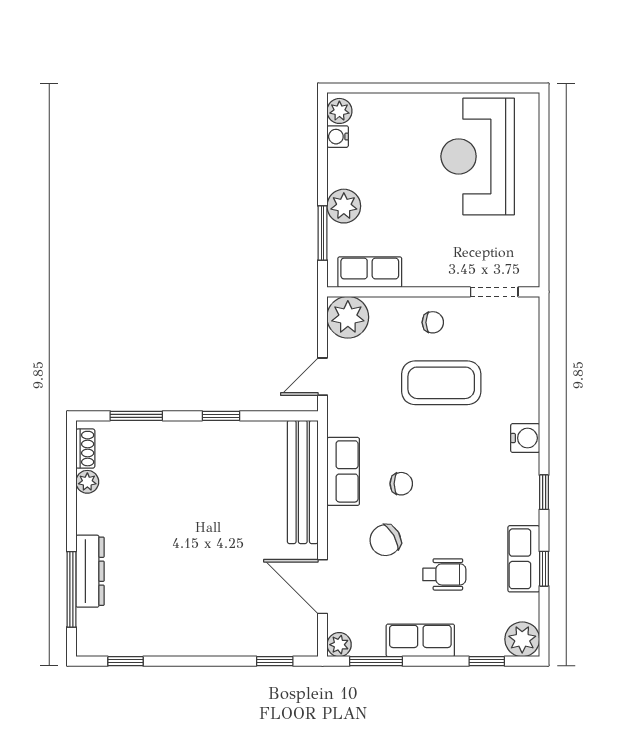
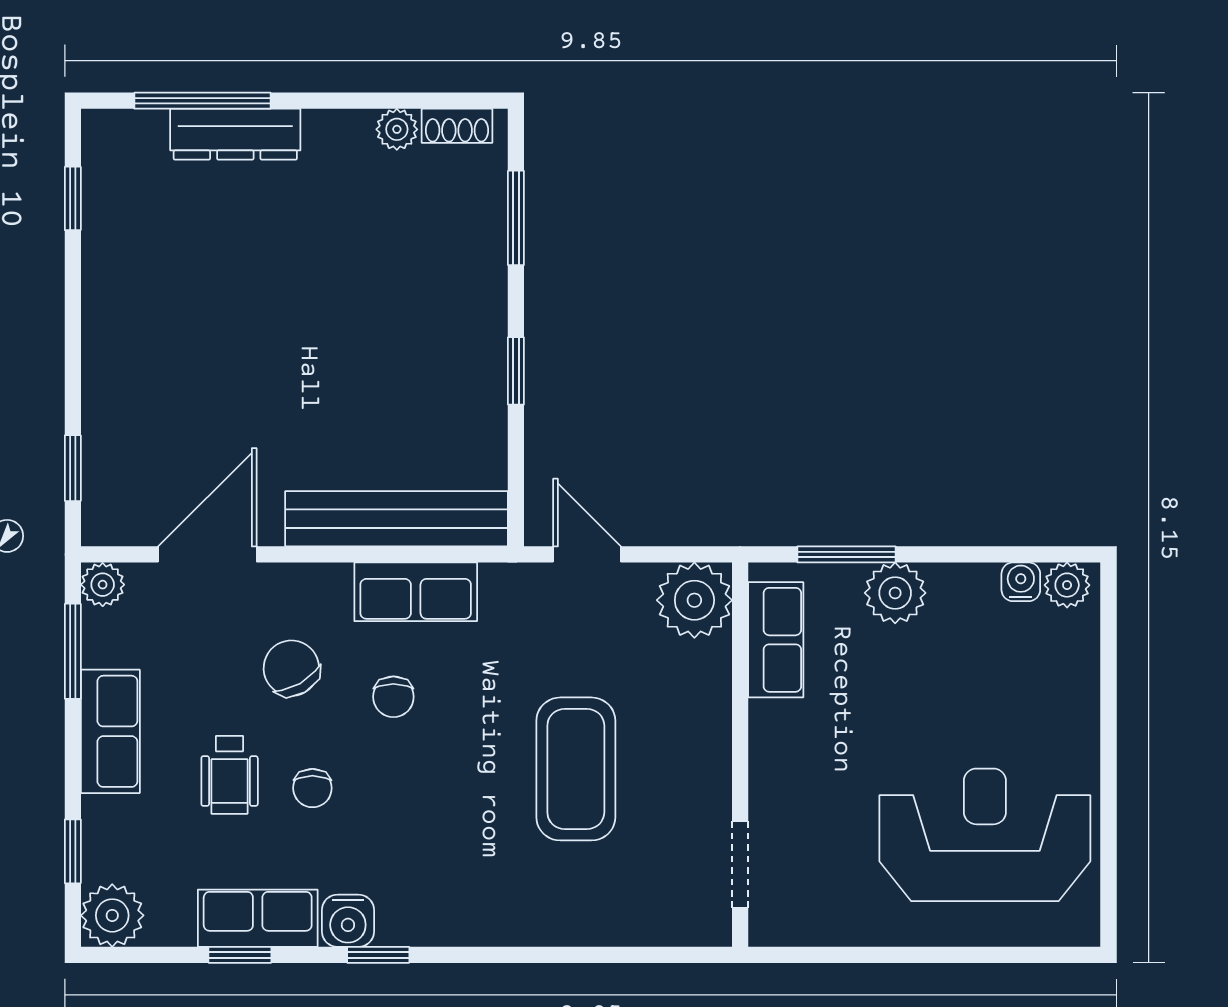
chair: (433, 322) -> (312, 788), moved
water cooler: (525, 438) -> (348, 921), moved

